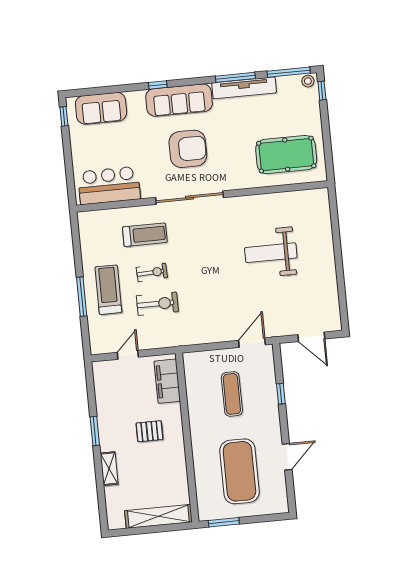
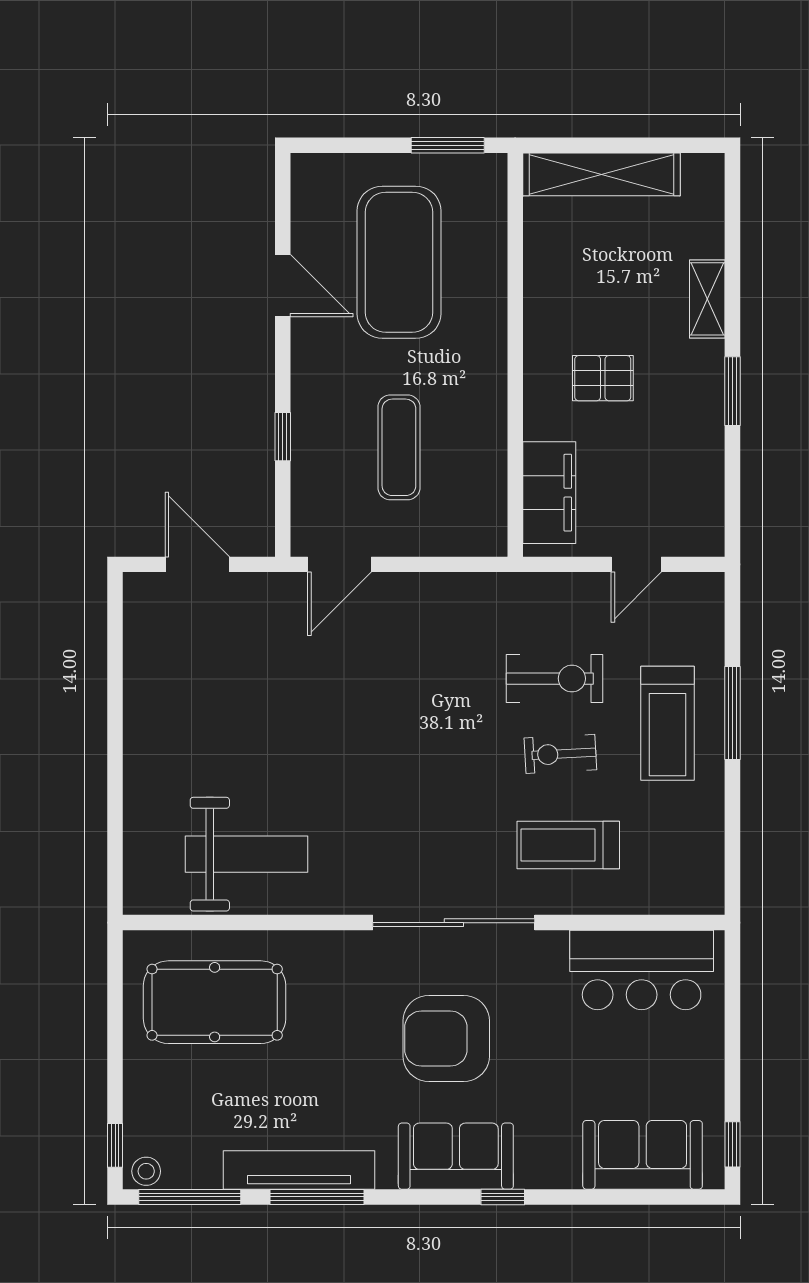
sofa: (179, 100) -> (456, 1156), width x0.73
weight bench: (271, 253) -> (246, 854), moved
exercise bike: (157, 304) -> (555, 679), turned 180
door: (287, 457) -> (283, 286), swing flipped

